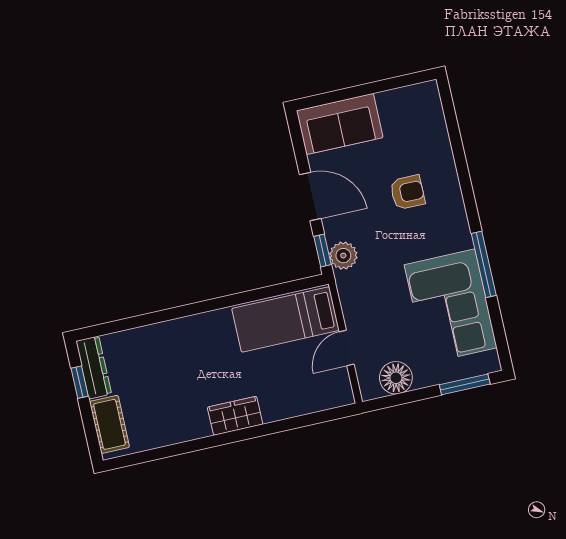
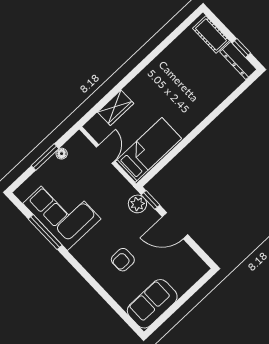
sofa: (340, 124) -> (152, 304), moved
window: (484, 264) -> (45, 232), moved
floor lamp: (396, 378) -> (62, 154), width x0.53, depth x0.53
window: (465, 384) -> (45, 157), moved
wardrobe: (235, 416) -> (116, 108), moved

